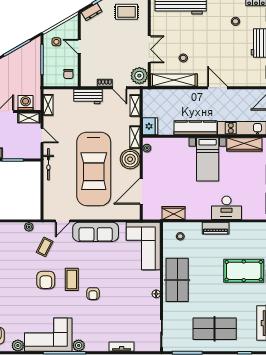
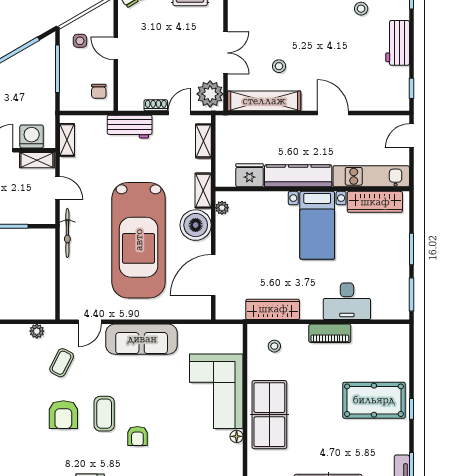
door: (120, 88) -> (179, 113), swing flipped
fridge: (150, 126) -> (250, 175), moved, turned -90
wardrobe: (173, 213) -> (273, 309), width x1.50
corner sofa: (143, 246) -> (216, 391), moved

